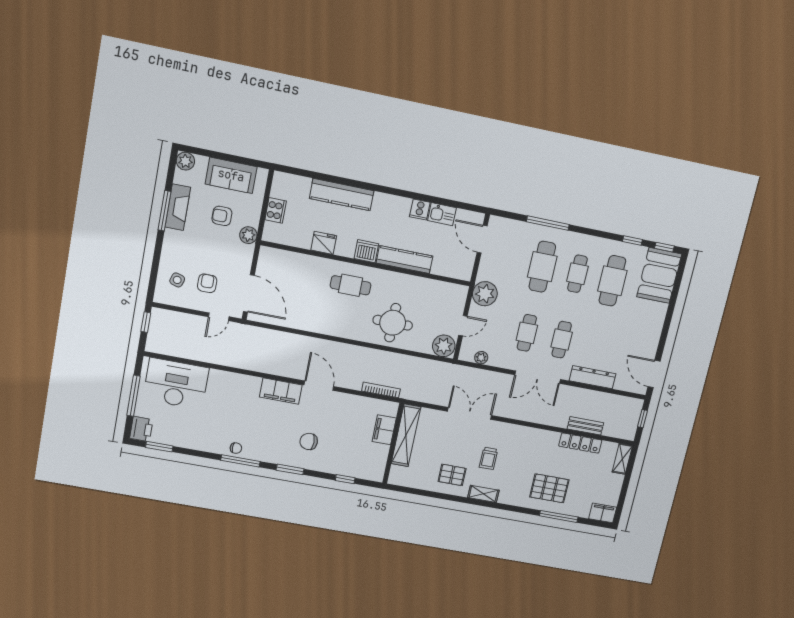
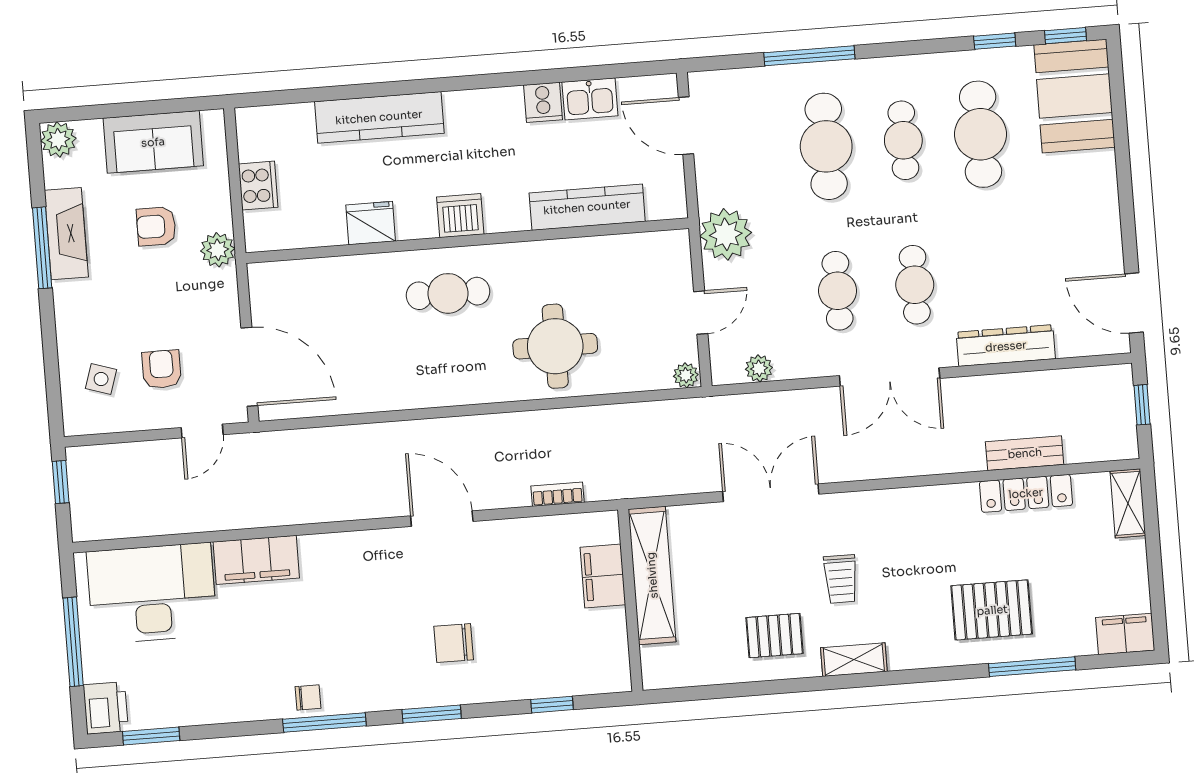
kitchen counter: (404, 260) -> (587, 207), moved
plant: (444, 346) -> (686, 375), width x0.53, depth x0.53
bookcase: (381, 390) -> (557, 494), width x0.64
filing cabinet: (281, 391) -> (256, 560), moved

